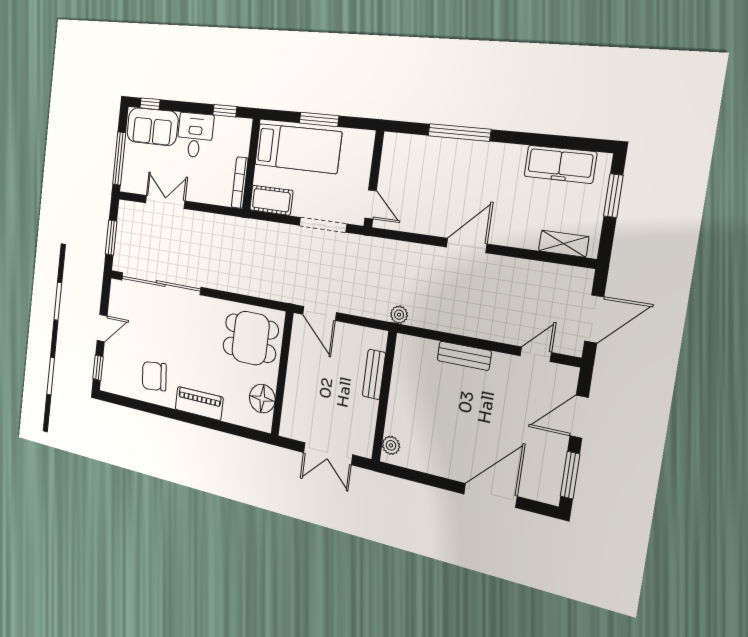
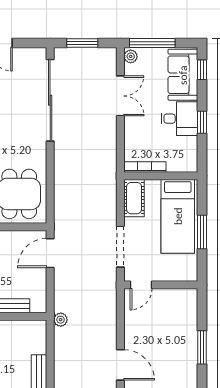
window: (225, 111) -> (202, 122), moved
window: (459, 132) -> (202, 347), width x0.69
plant: (129, 185) -> (131, 56), added

